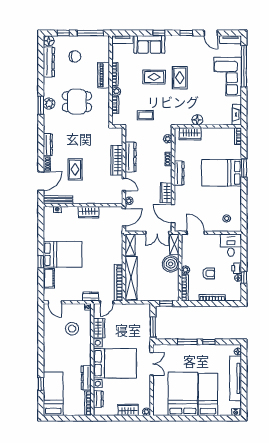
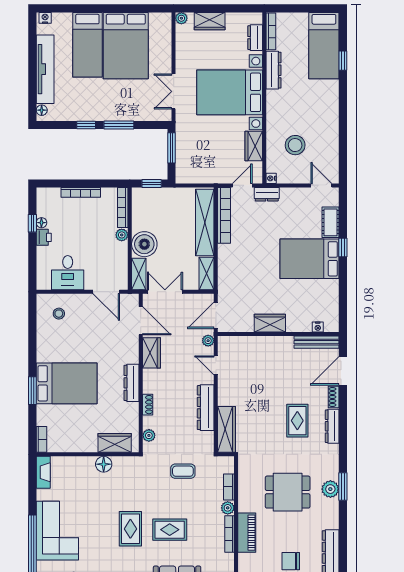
wardrobe: (117, 160) -> (227, 429), moved
rug: (75, 169) -> (297, 421), moved
desk: (231, 245) -> (68, 273), moved
armchair: (209, 273) -> (86, 230), removed

